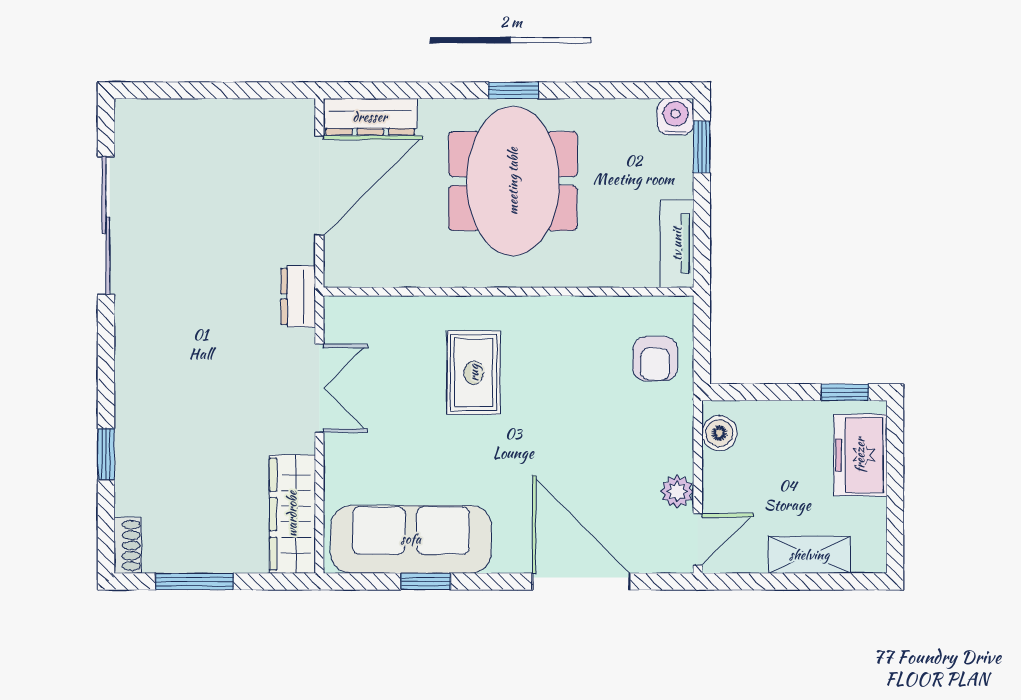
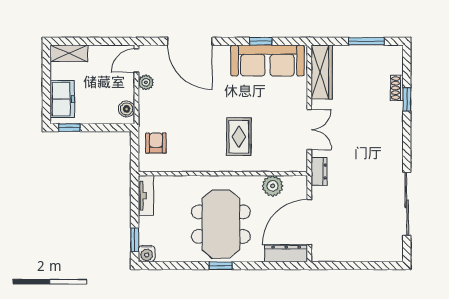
plant: (400, 265) -> (273, 186), added
double door: (319, 388) -> (309, 130), swing flipped
shoe rack: (128, 545) -> (397, 88), moved
shelving: (809, 555) -> (69, 53), moved

